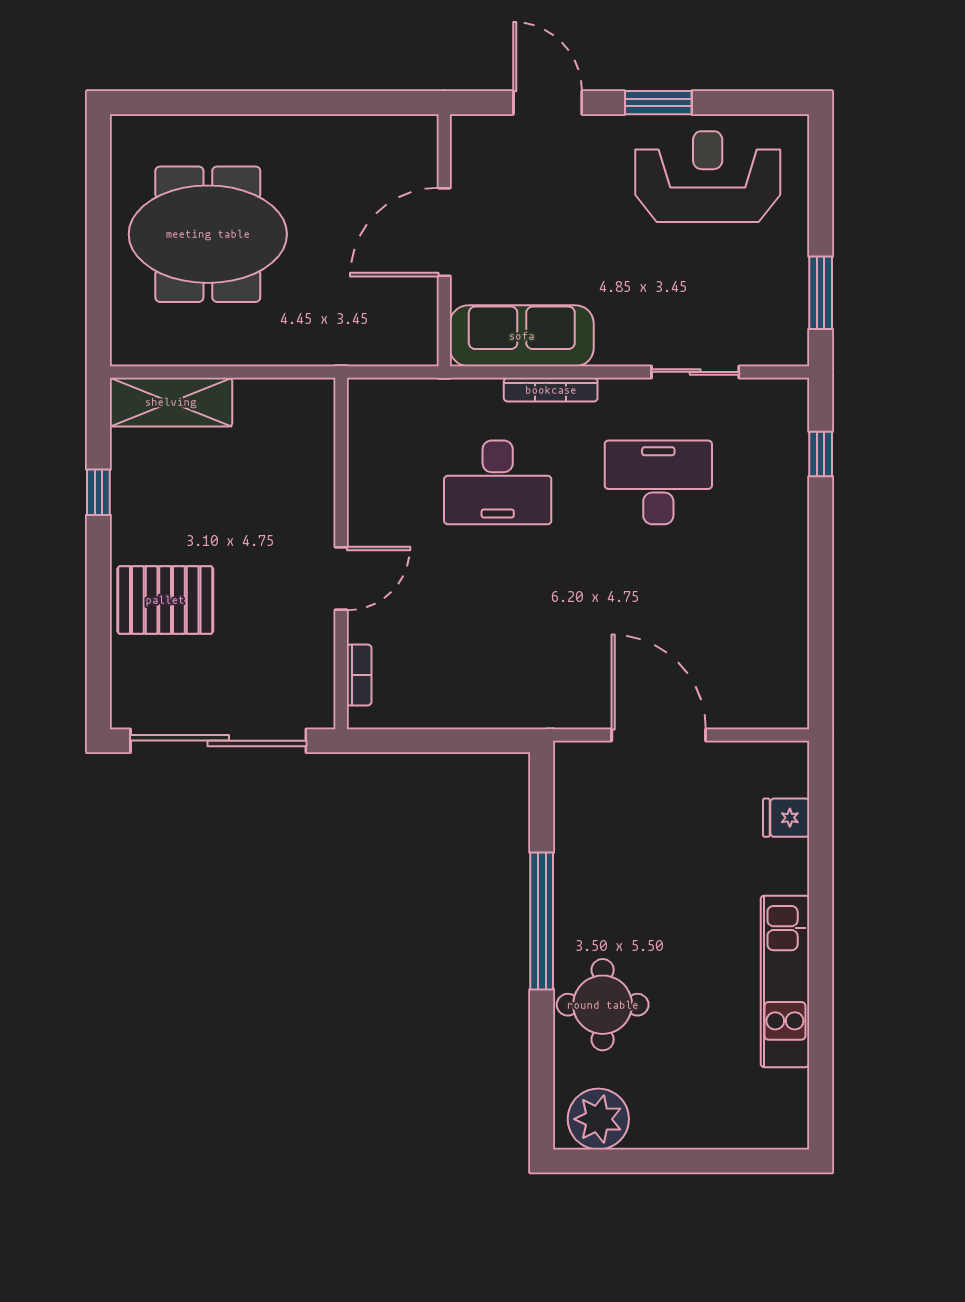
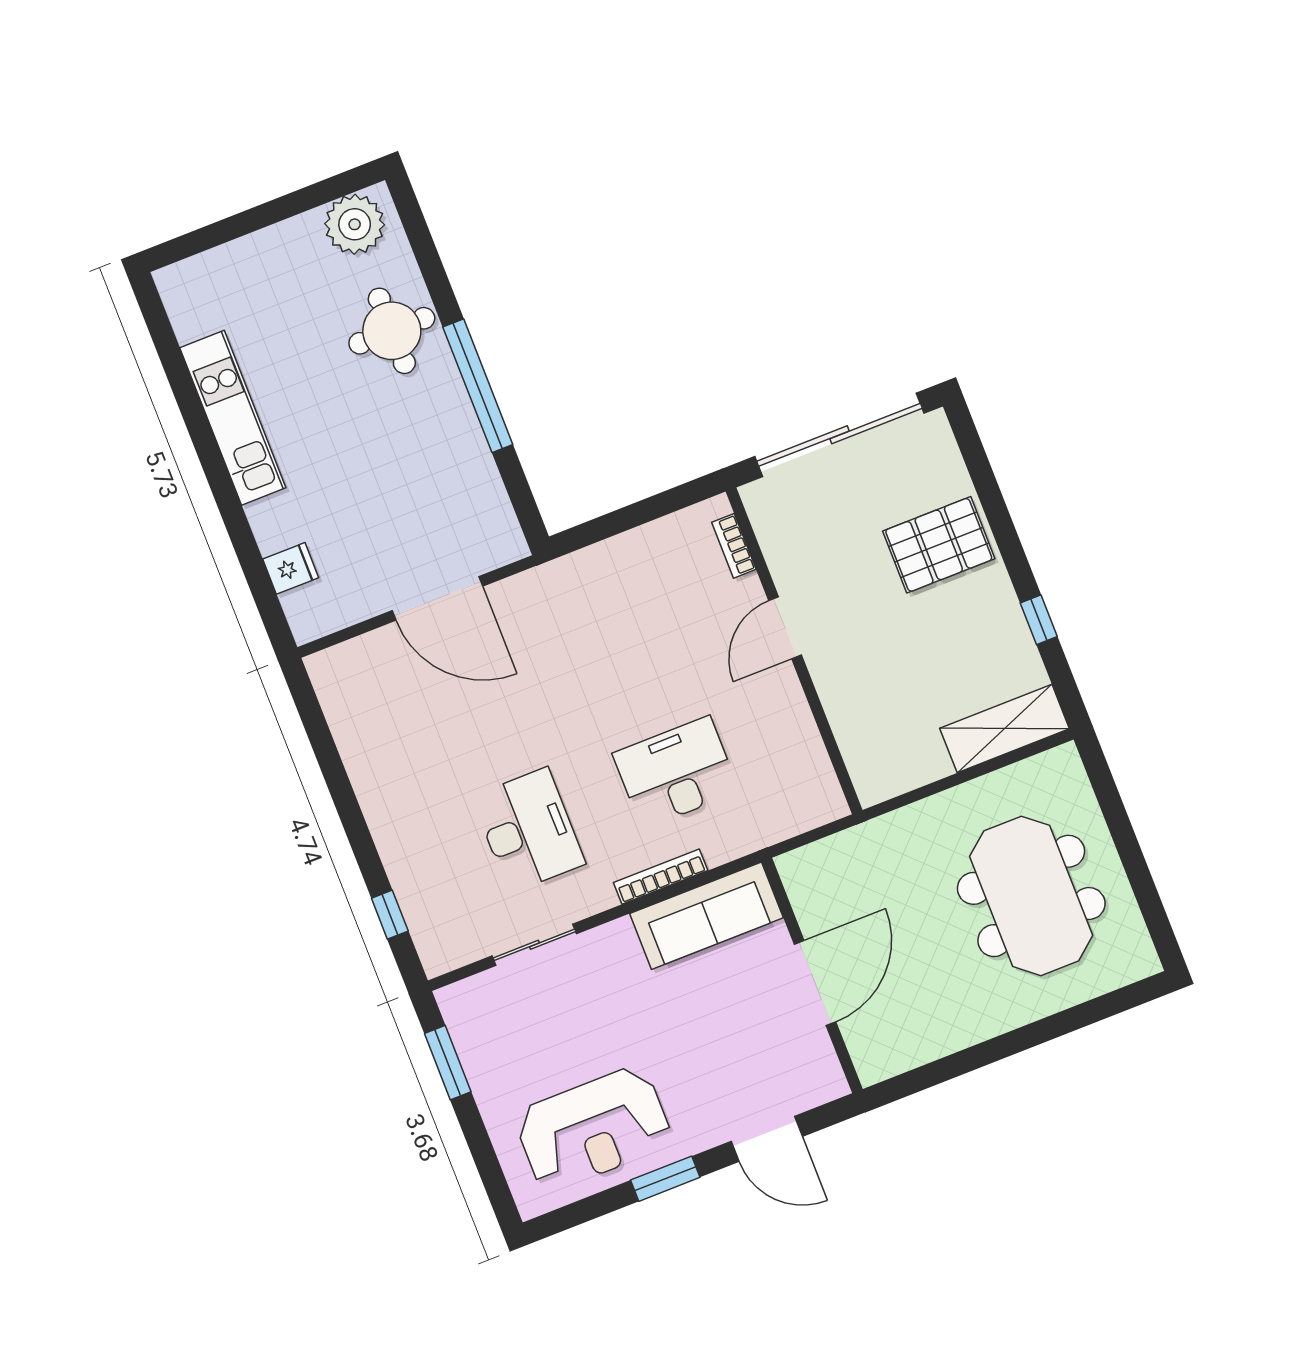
meeting table: (208, 234) -> (1031, 896), turned 90
desk: (658, 482) -> (529, 830), turned -90

